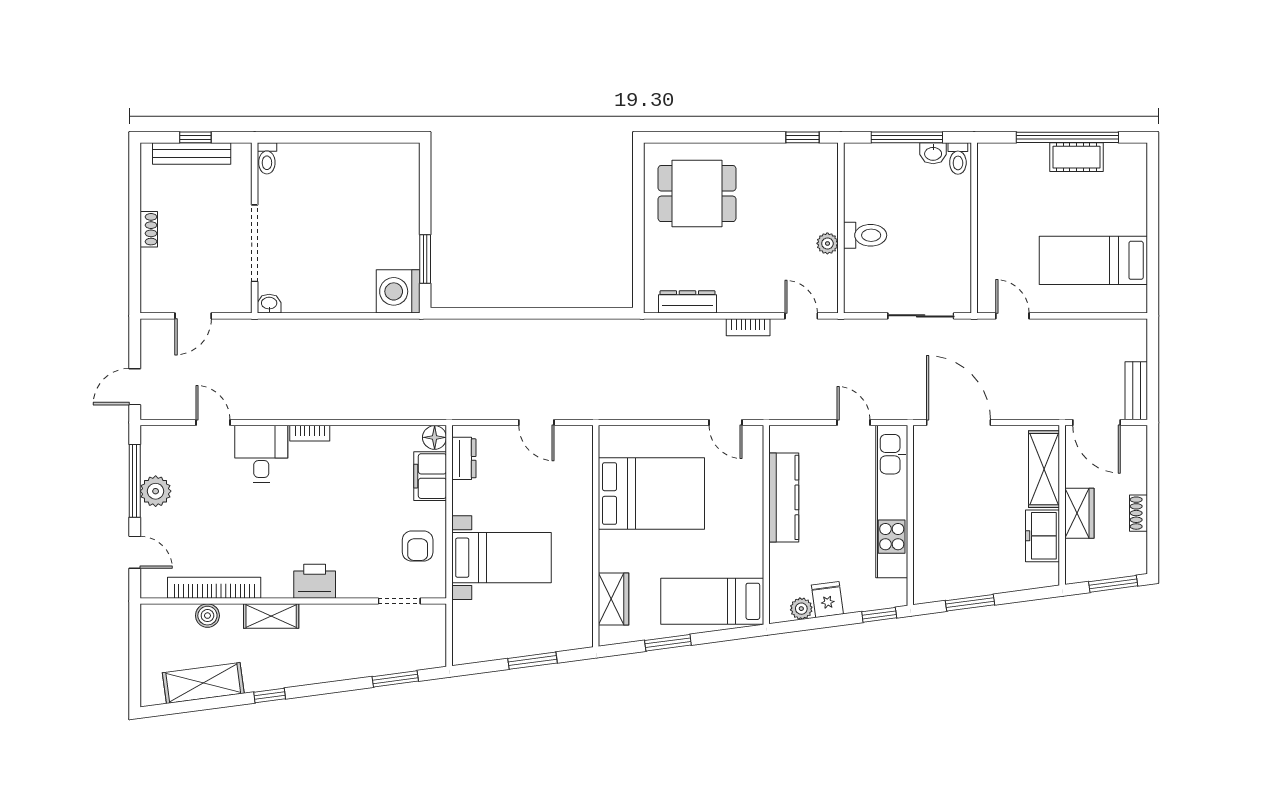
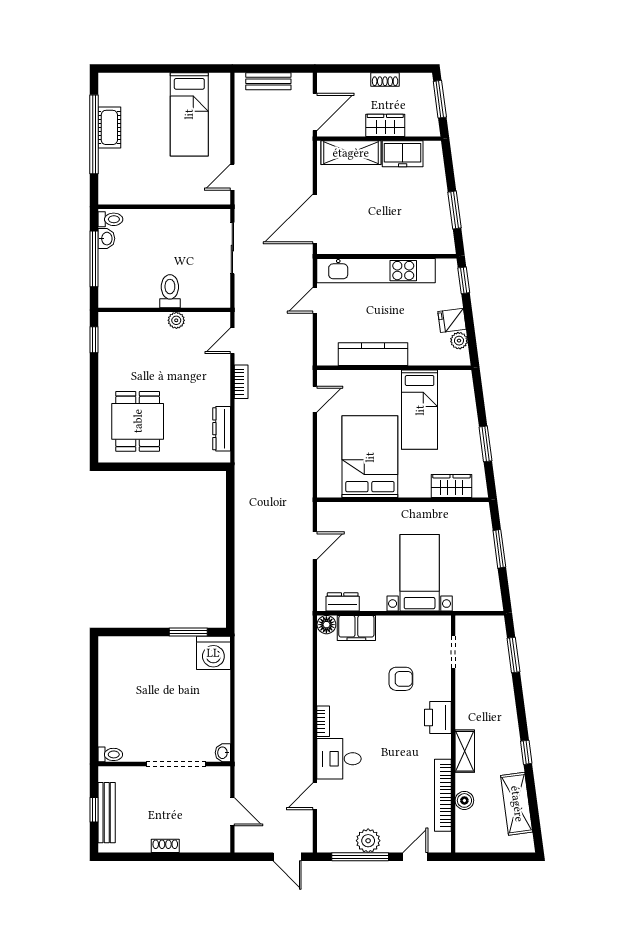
bench: (1136, 391) -> (268, 81), moved
armchair: (418, 546) -> (401, 679), moved
bed: (712, 601) -> (420, 410), moved

